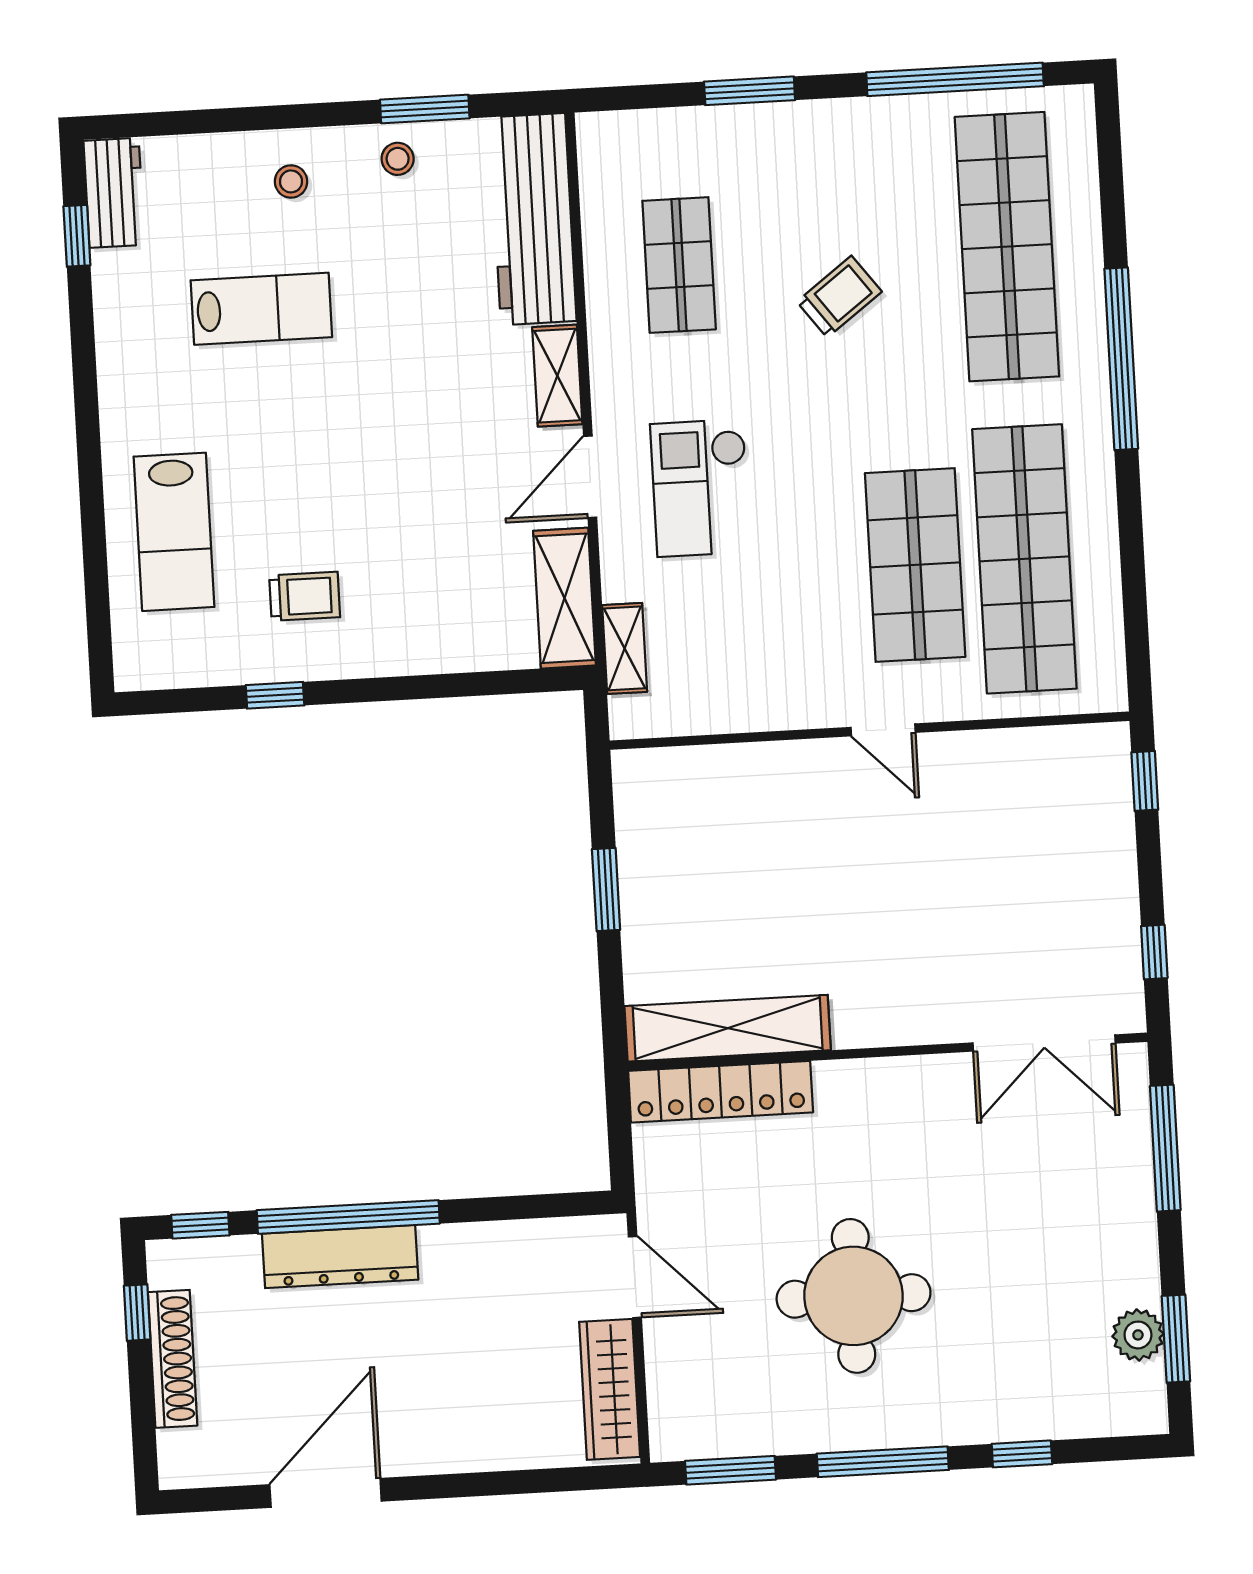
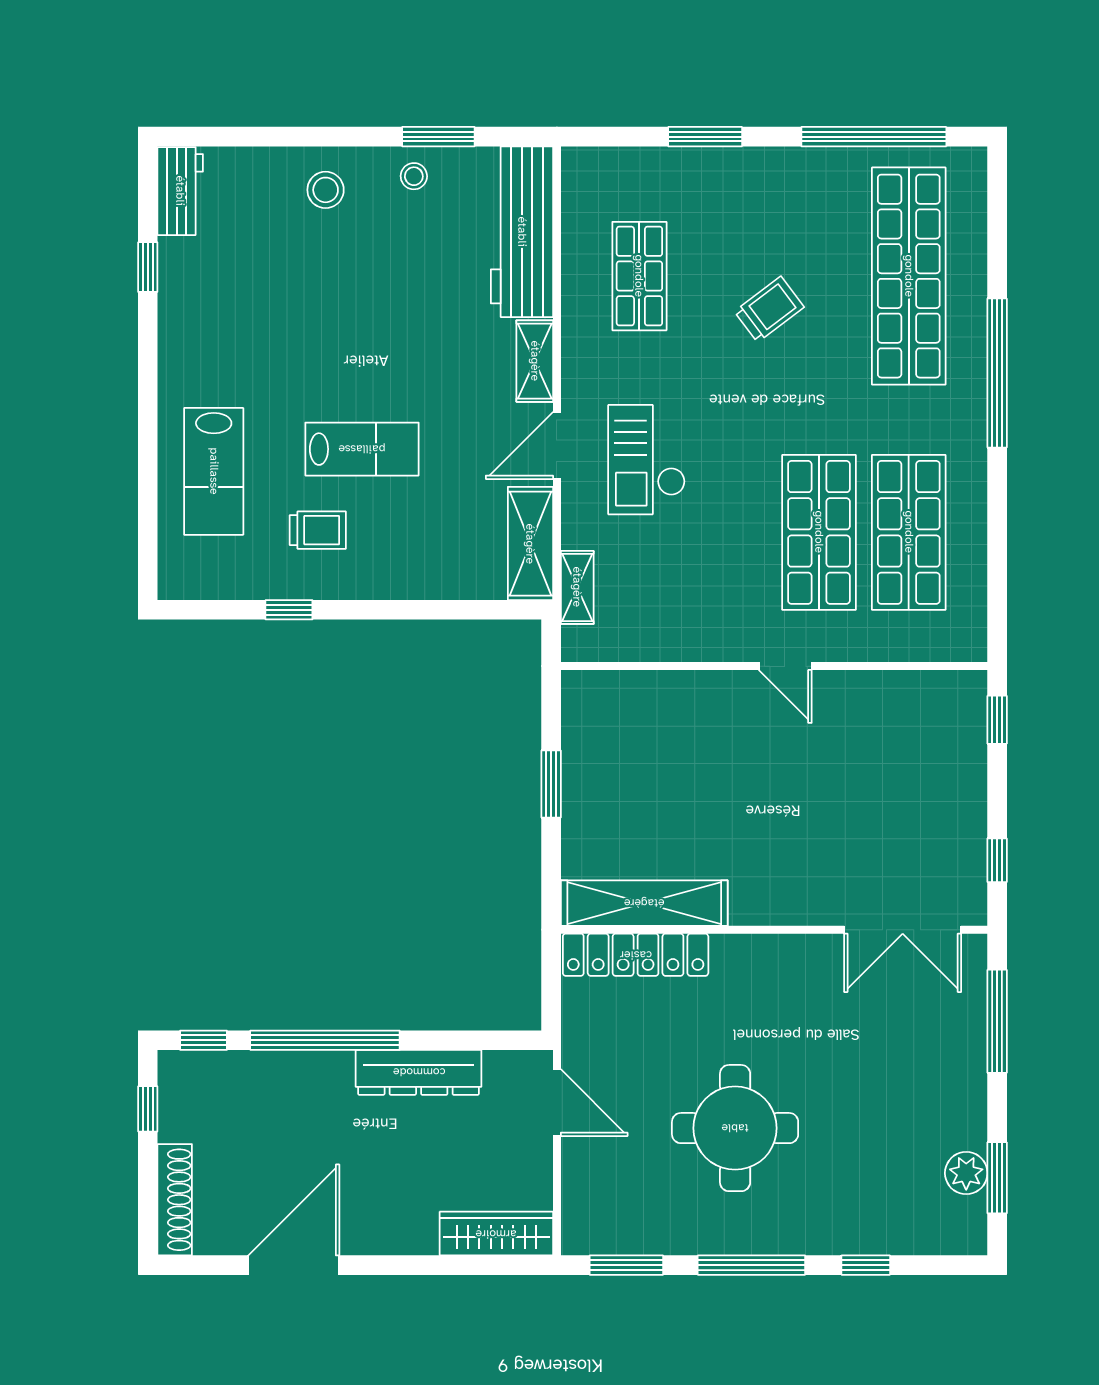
stool: (291, 181) -> (326, 190), width x1.37, depth x1.37
window: (77, 236) -> (148, 267), moved
lab bench: (261, 309) -> (362, 449), moved
shop shelf: (1024, 559) -> (909, 532), width x0.71
dresser: (340, 1257) -> (419, 1072), moved
shoe rack: (173, 1359) -> (175, 1200), moved
wardrobe: (610, 1389) -> (496, 1234), moved, turned 90

